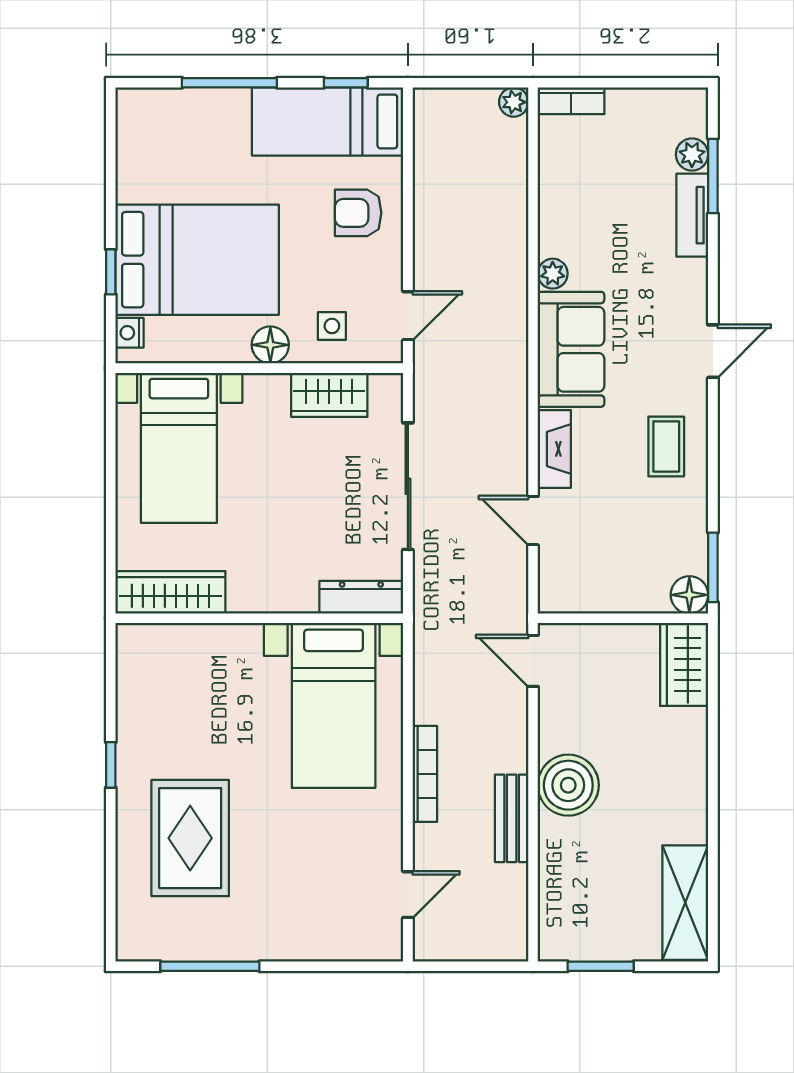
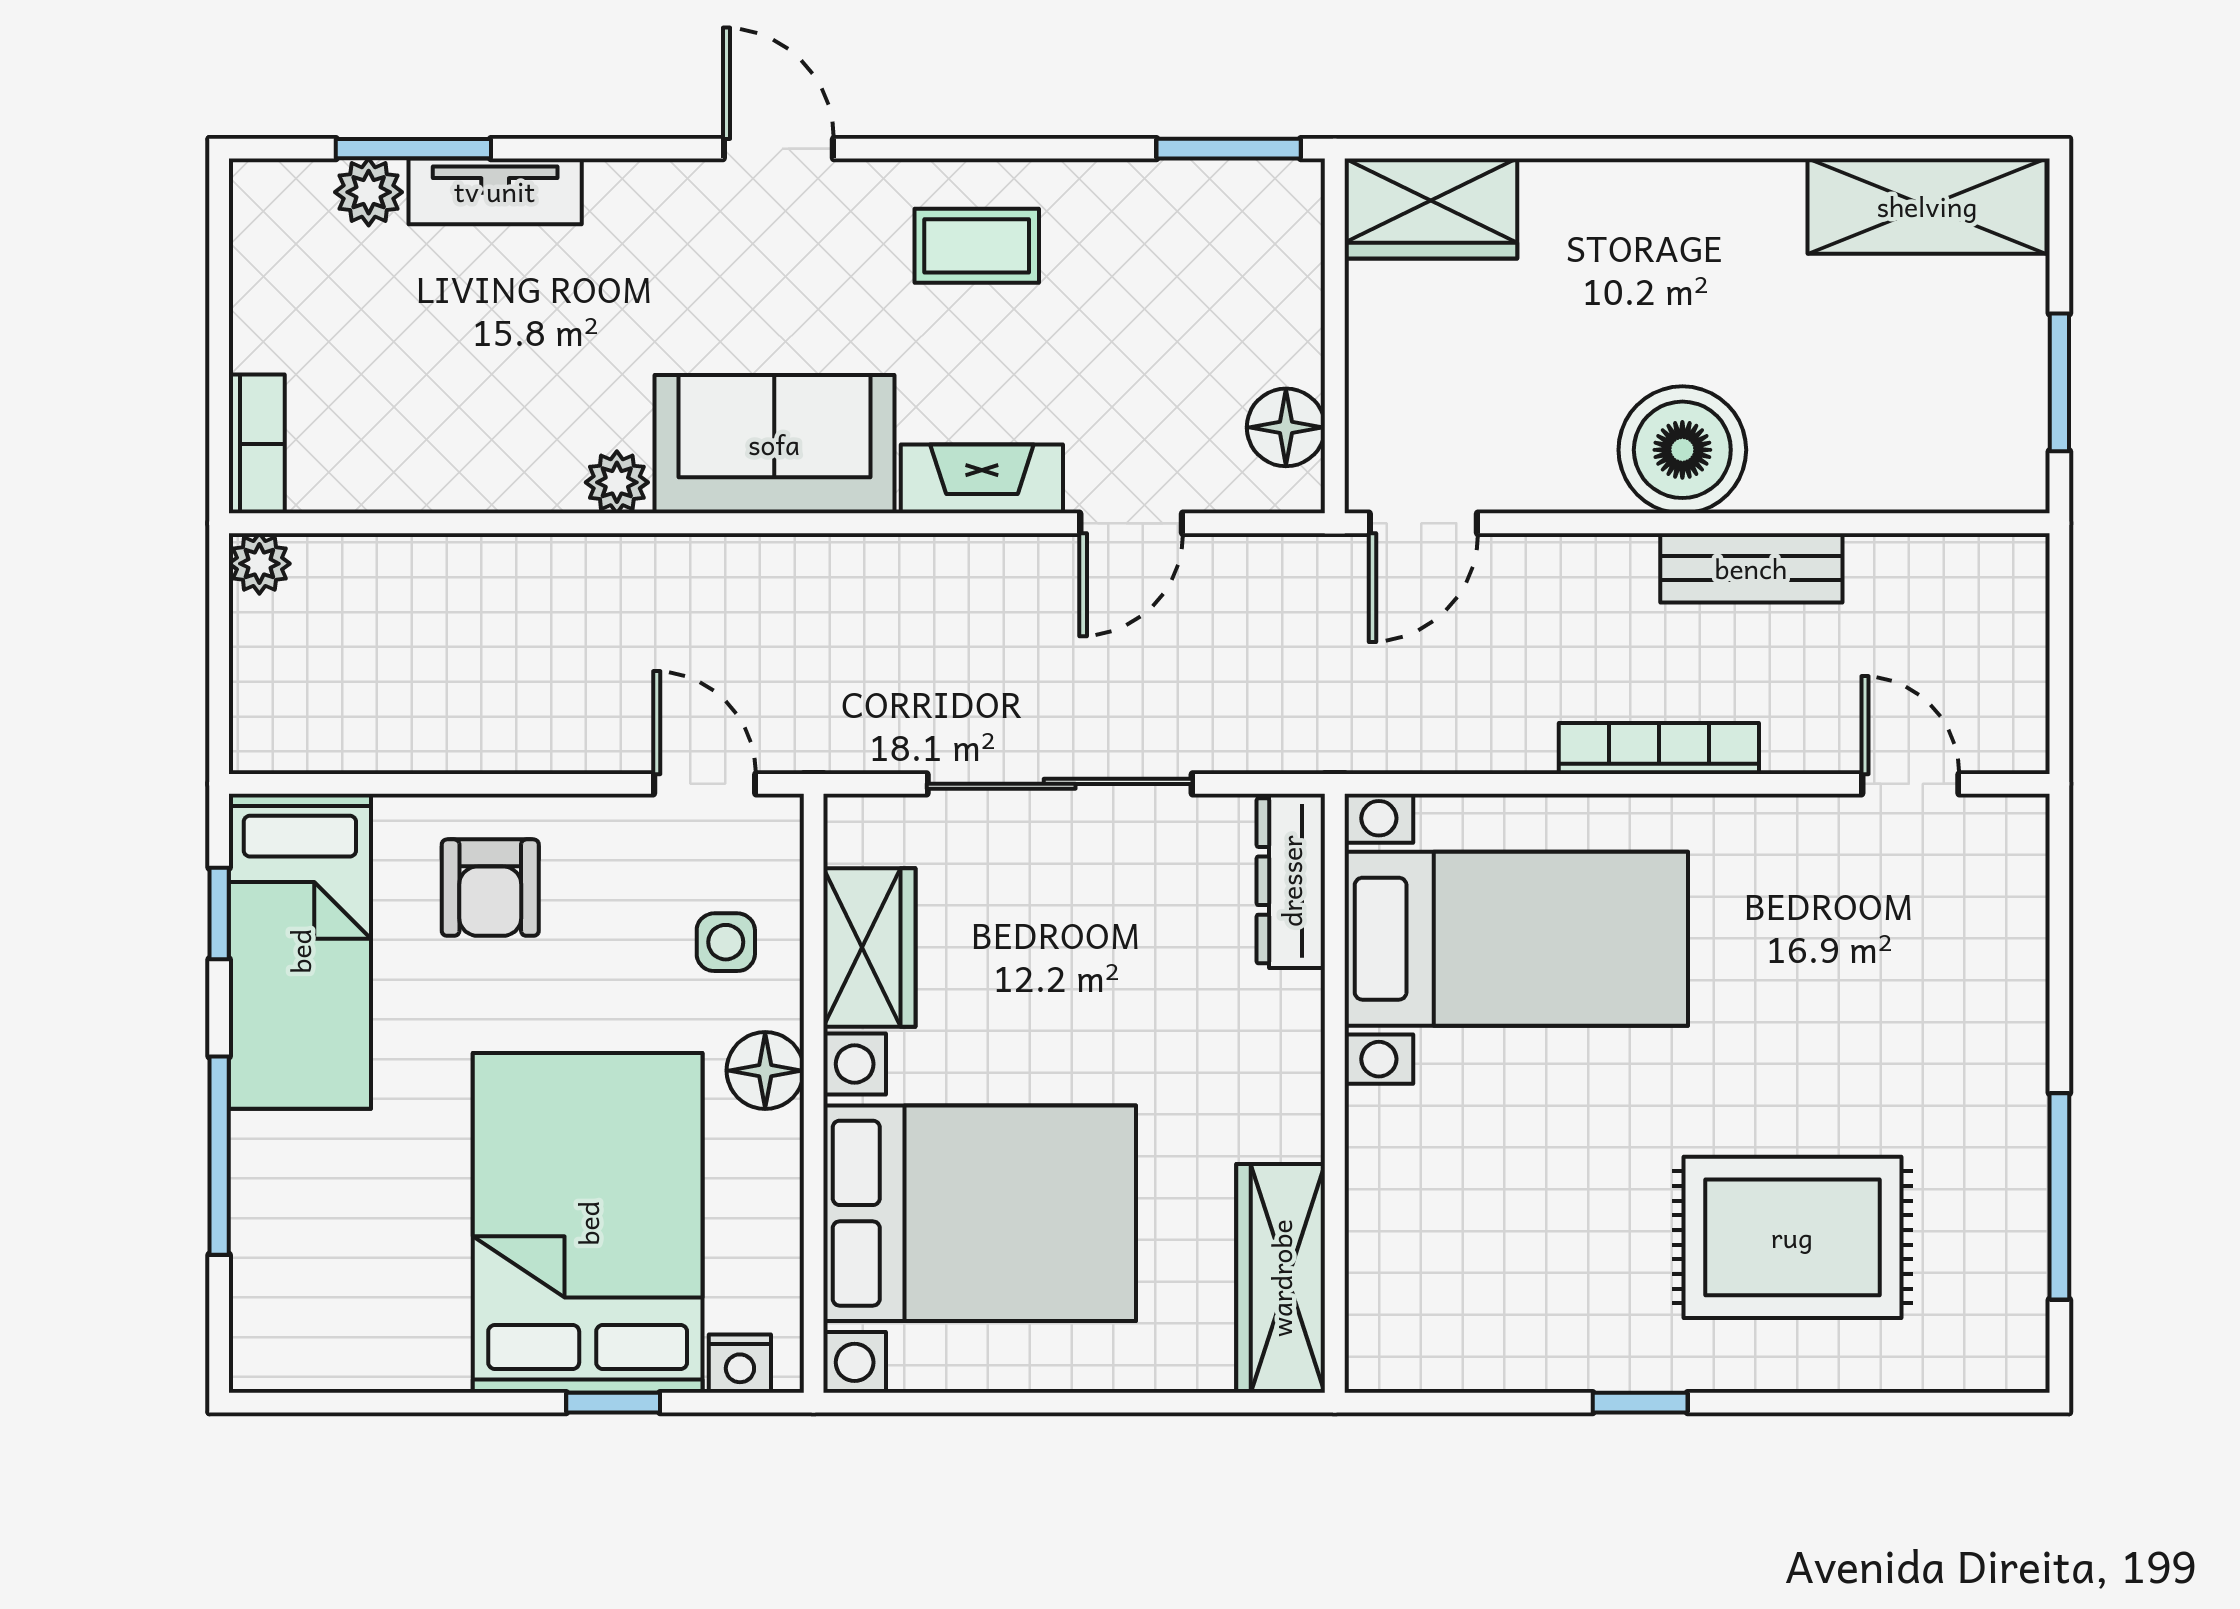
bed with nightstands: (179, 448) -> (980, 1213), width x1.36
floor lamp: (689, 595) -> (1286, 427), moved

